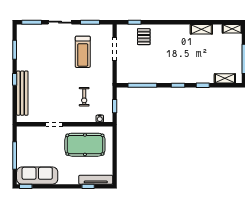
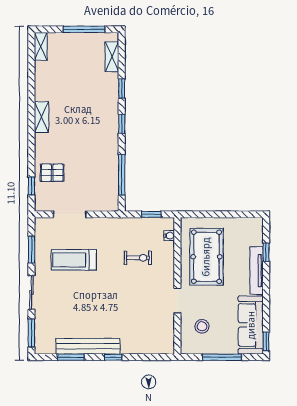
shelving: (201, 29) -> (41, 117), moved
treadmill: (83, 52) -> (74, 260), turned 180
bench: (22, 93) -> (88, 346), moved
stool: (36, 142) -> (202, 326), added
tv unit: (96, 180) -> (257, 271), moved

